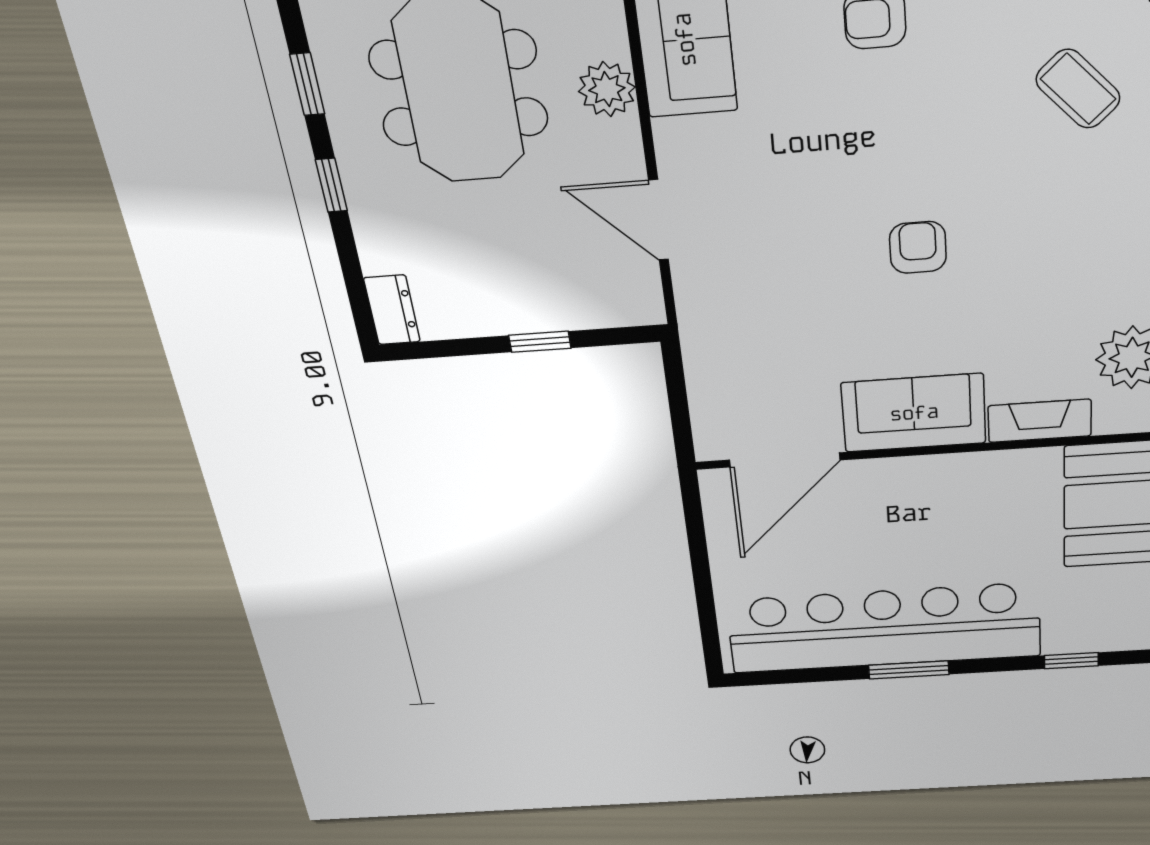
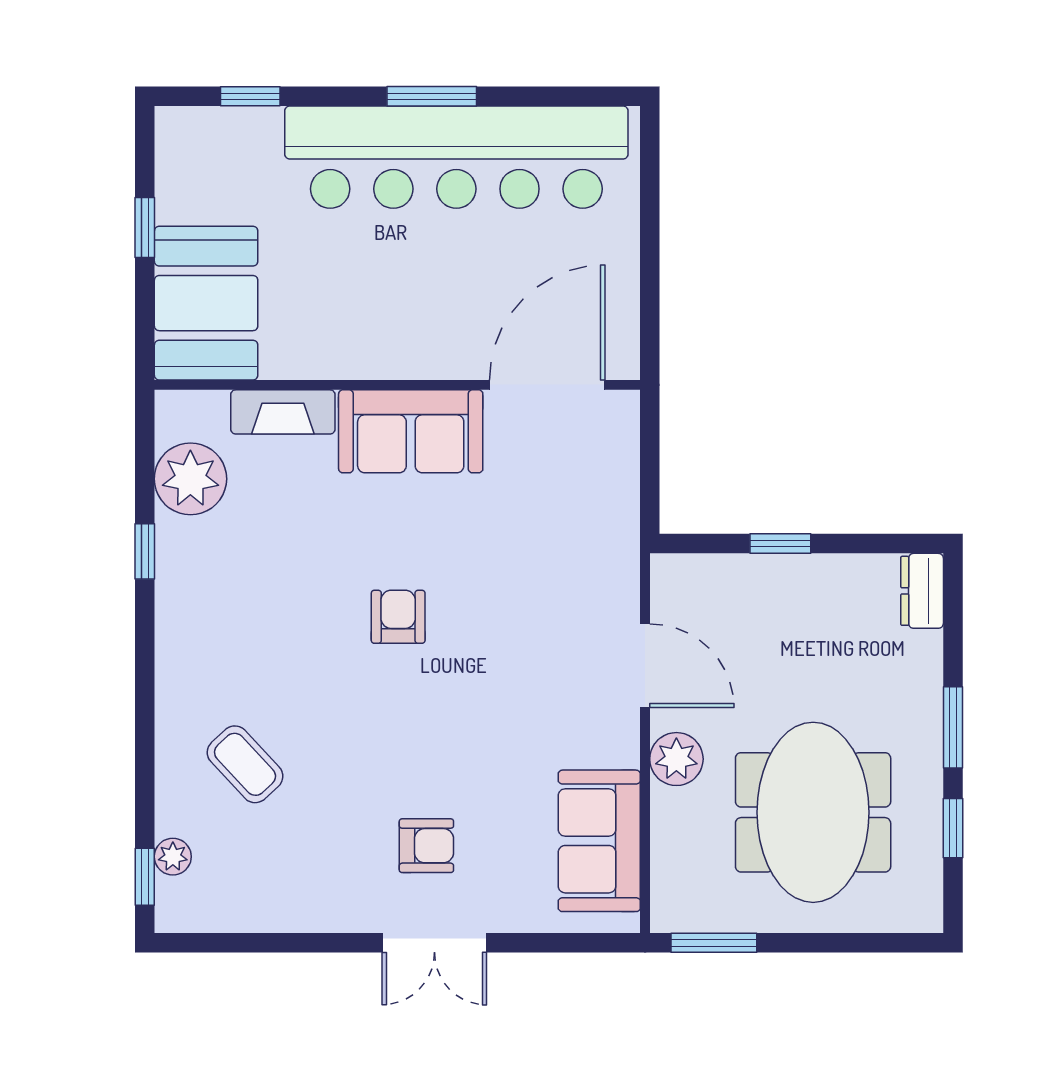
plant: (607, 89) -> (676, 759), moved
window: (331, 185) -> (953, 727), width x1.50
armchair: (918, 247) -> (398, 617), turned 180

